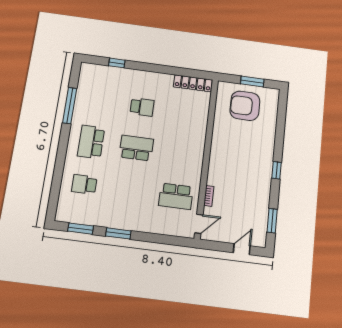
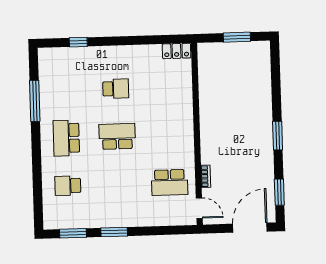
locker: (193, 83) -> (177, 51), width x0.66
armchair: (245, 106) -> (232, 67), removed
window: (277, 170) -> (278, 136), width x1.50
door: (199, 224) -> (199, 208), hinge flipped
door: (242, 249) -> (250, 228), width x1.88

